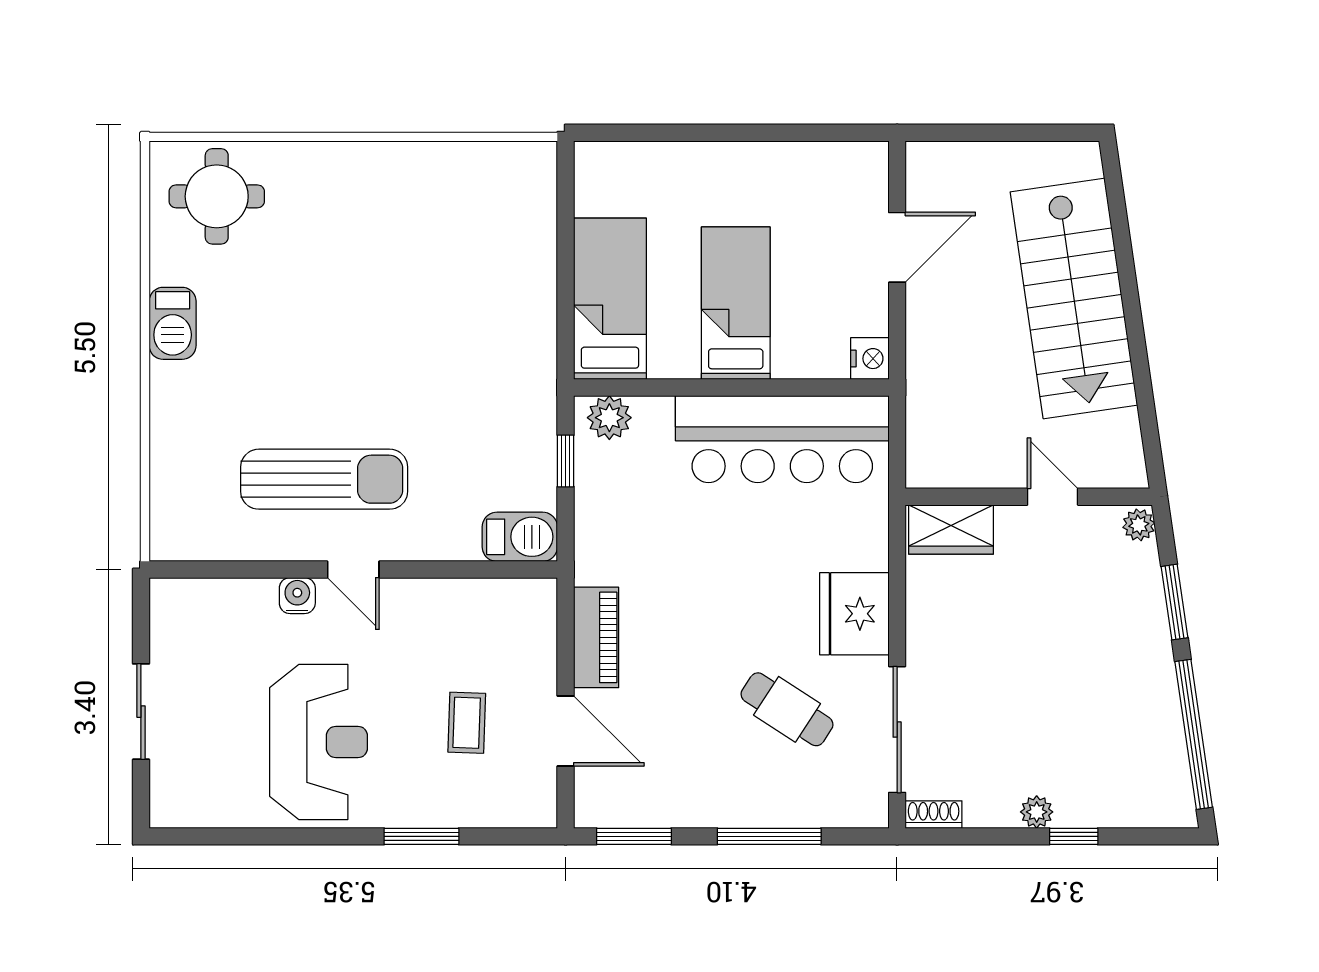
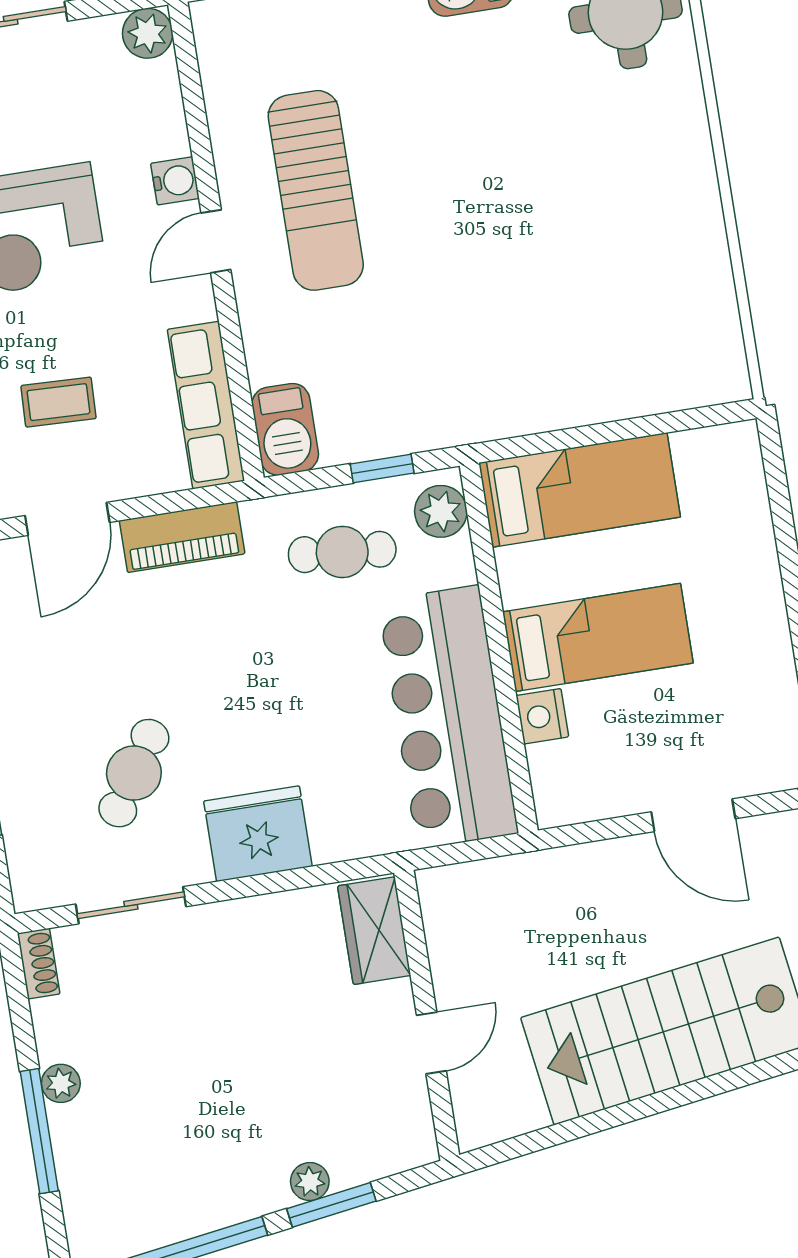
nightstand: (870, 359) -> (542, 716), moved, turned 90
cafe table: (630, 506) -> (342, 552), added
plant: (1139, 525) -> (310, 1182), moved
plant: (170, 599) -> (148, 33), added
row of seats: (489, 600) -> (206, 405), added
sliding door: (897, 730) -> (131, 905), width x0.73
window: (1074, 836) -> (39, 1131), width x2.17

